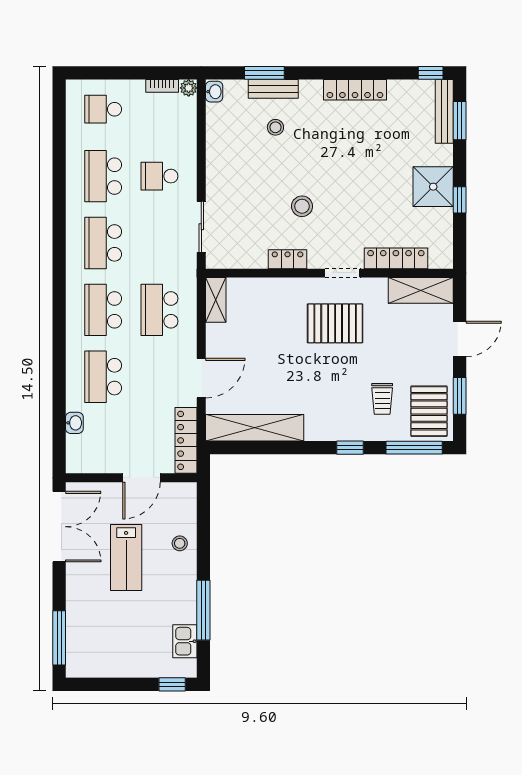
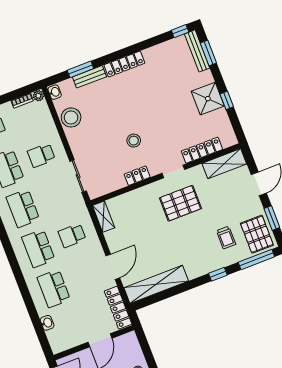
locker: (355, 90) -> (124, 64), moved
stool: (275, 127) -> (71, 117), moved, width x1.89, depth x1.89
school desk: (160, 310) -> (72, 235), width x0.54

